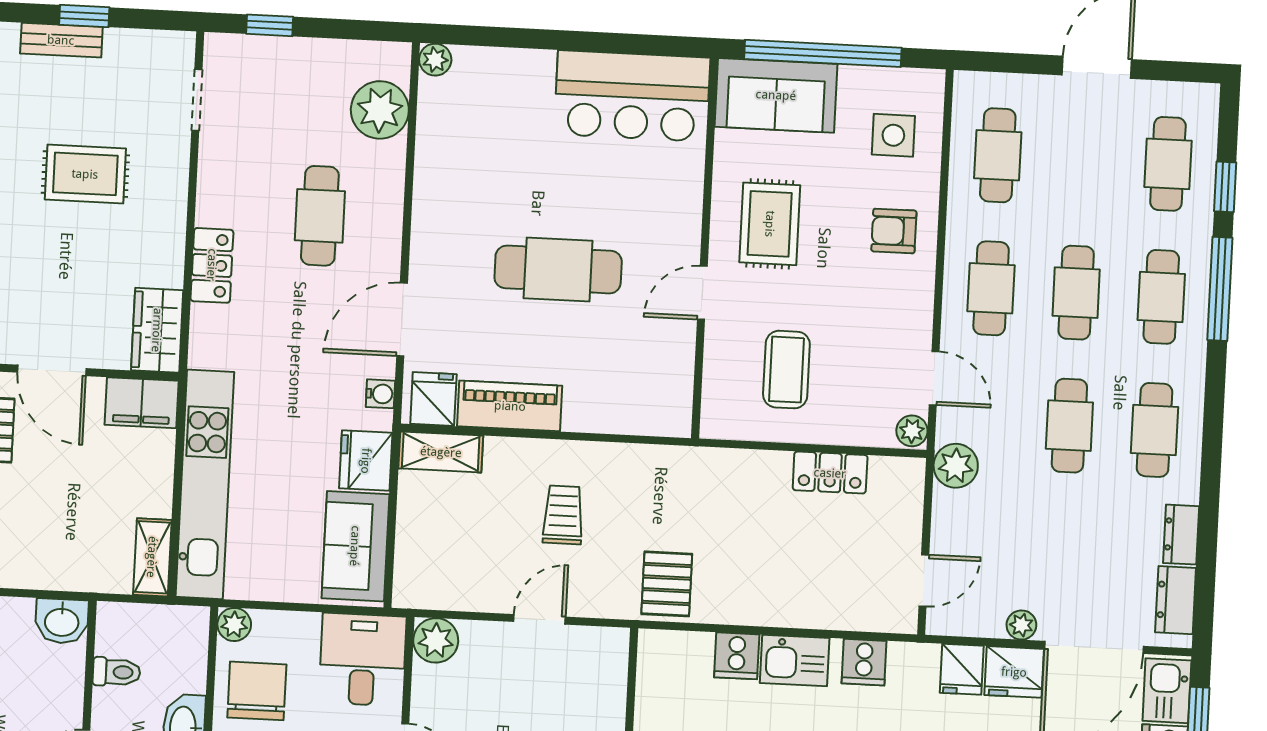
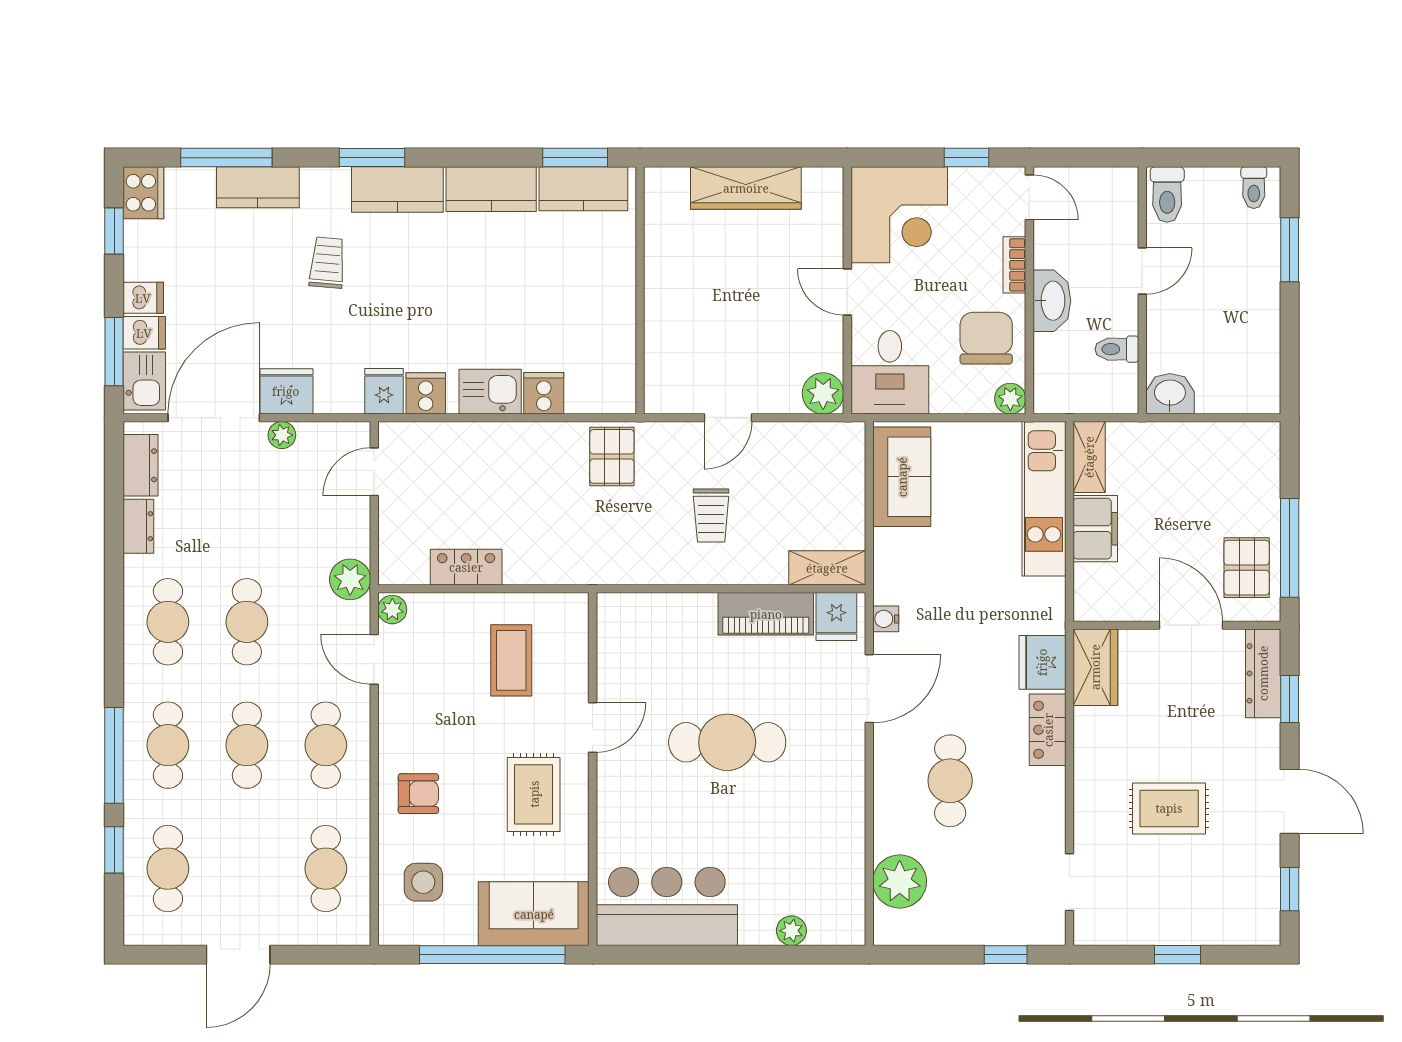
bench: (61, 40) -> (1197, 931), removed
plant: (435, 60) -> (791, 931), moved
filing cabinet: (142, 403) -> (1095, 529), moved, turned 90
fridge: (366, 461) -> (1042, 662), moved, turned 180
kitchen unit: (205, 484) -> (1044, 499), width x0.73
fridge: (962, 669) -> (384, 391), moved
chair: (257, 691) -> (986, 338), turned 180

